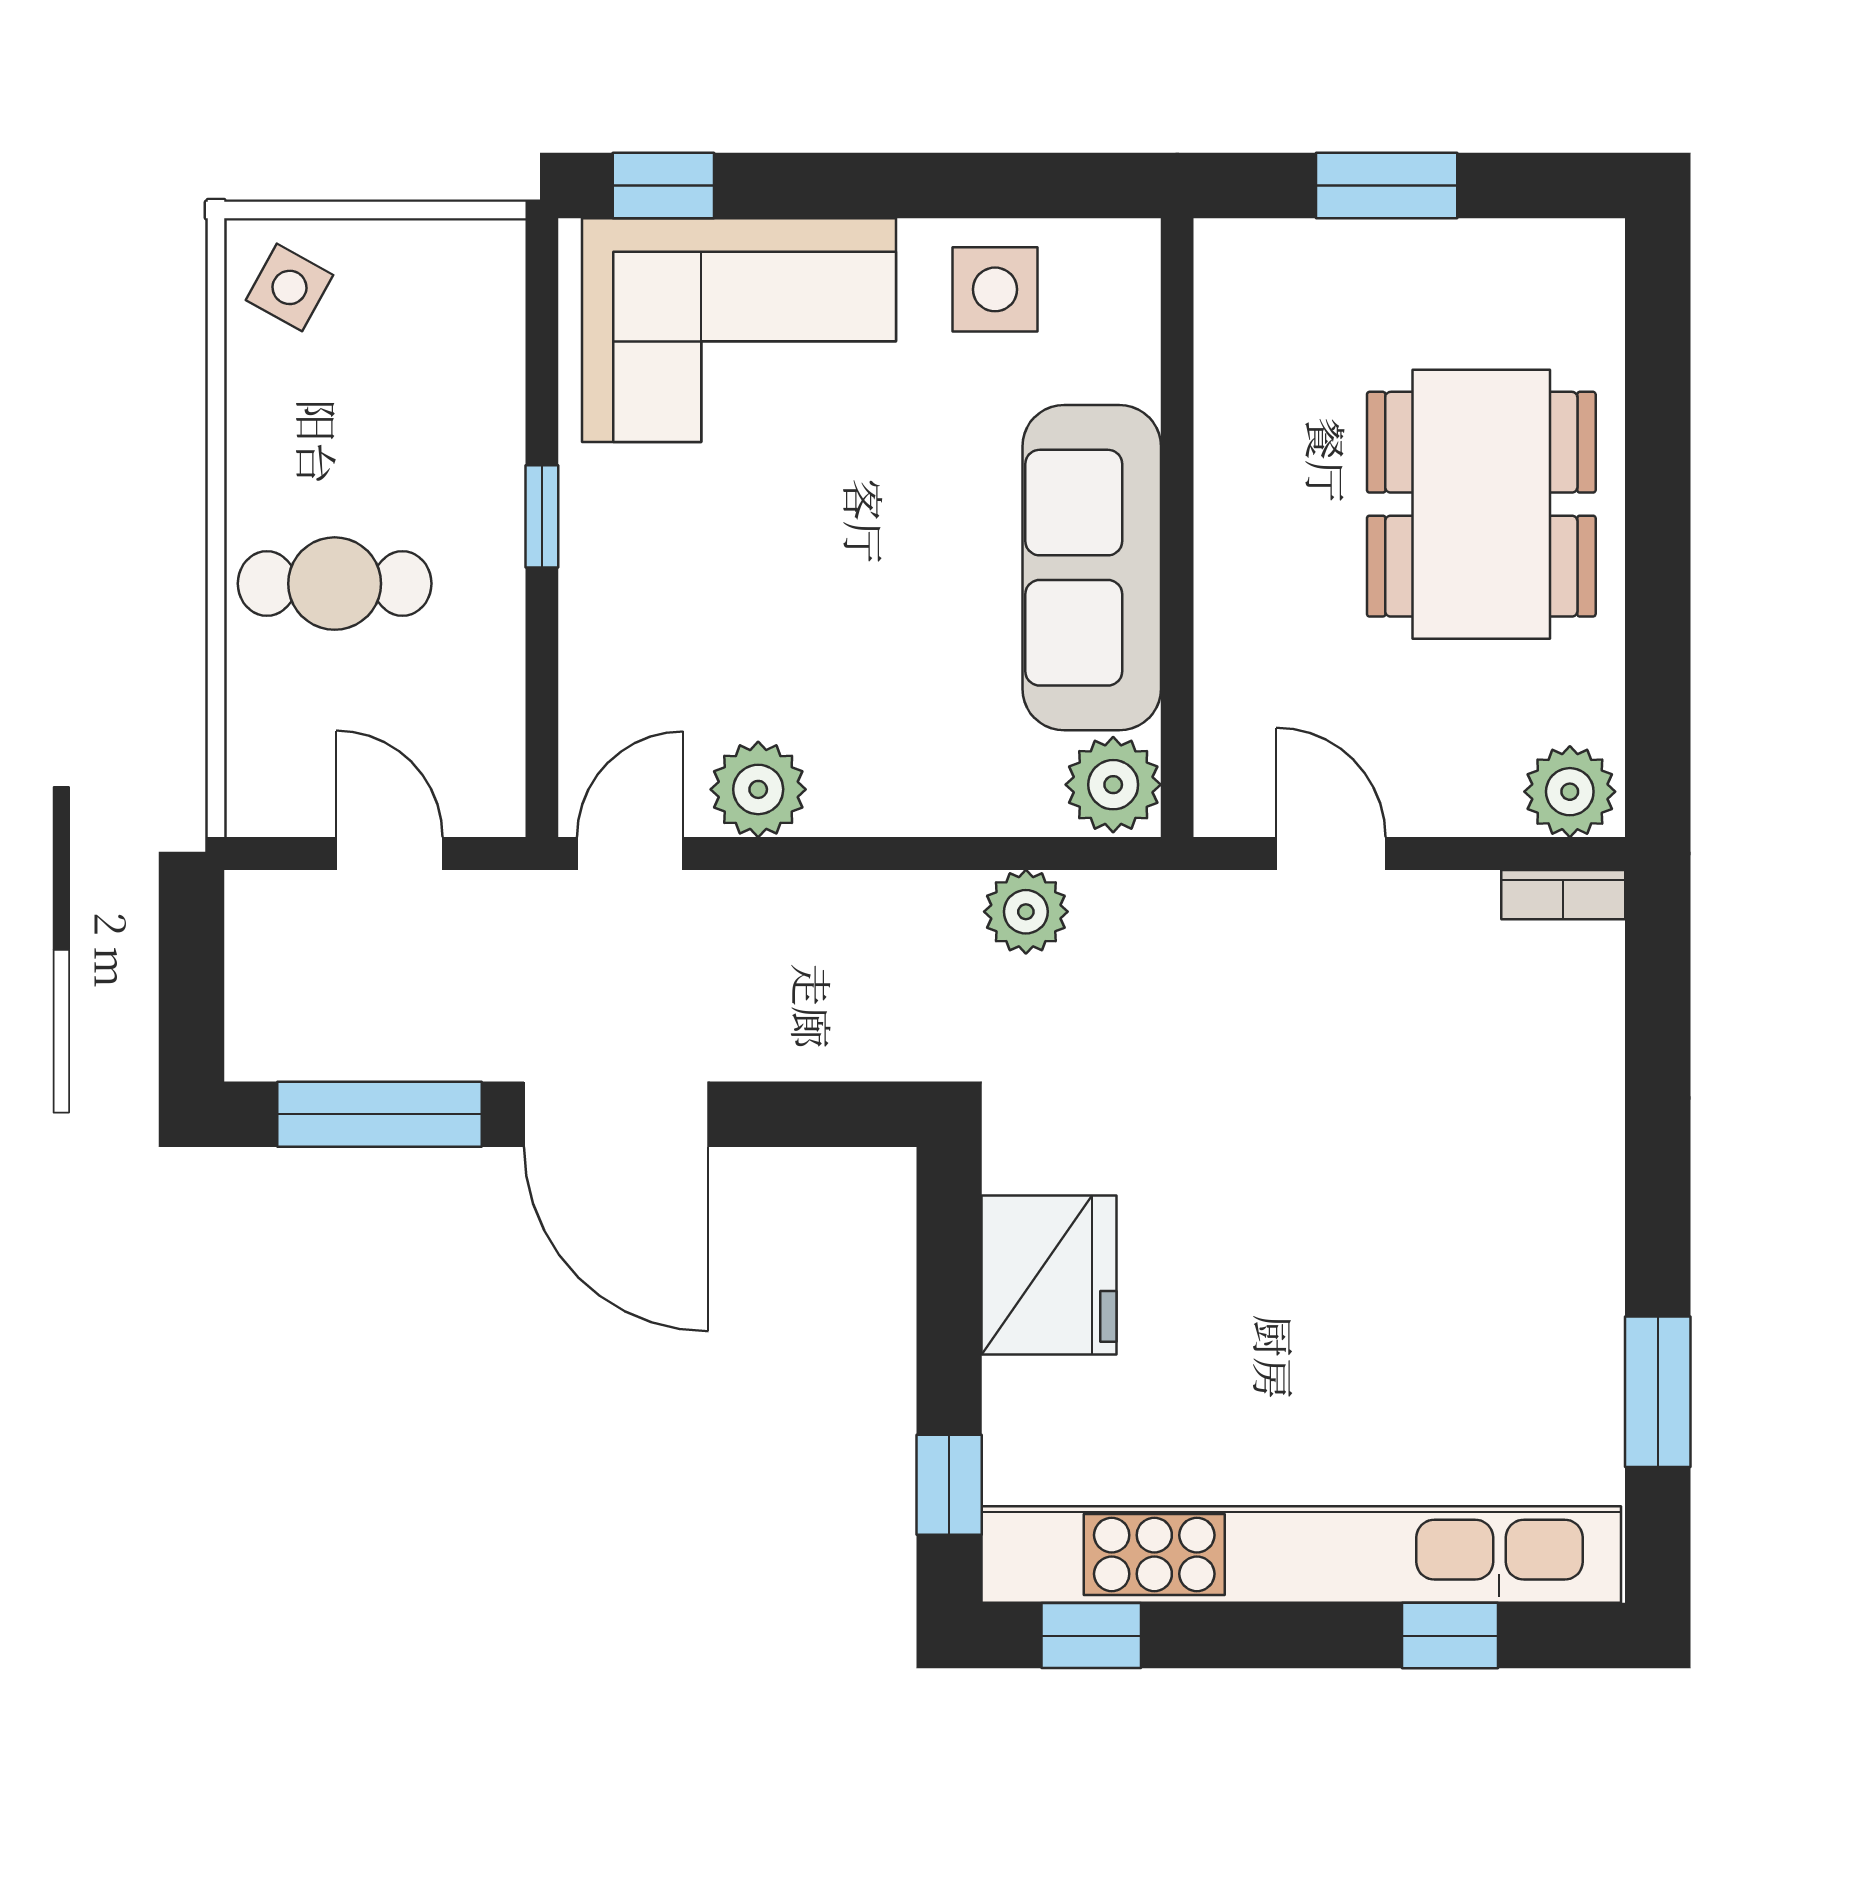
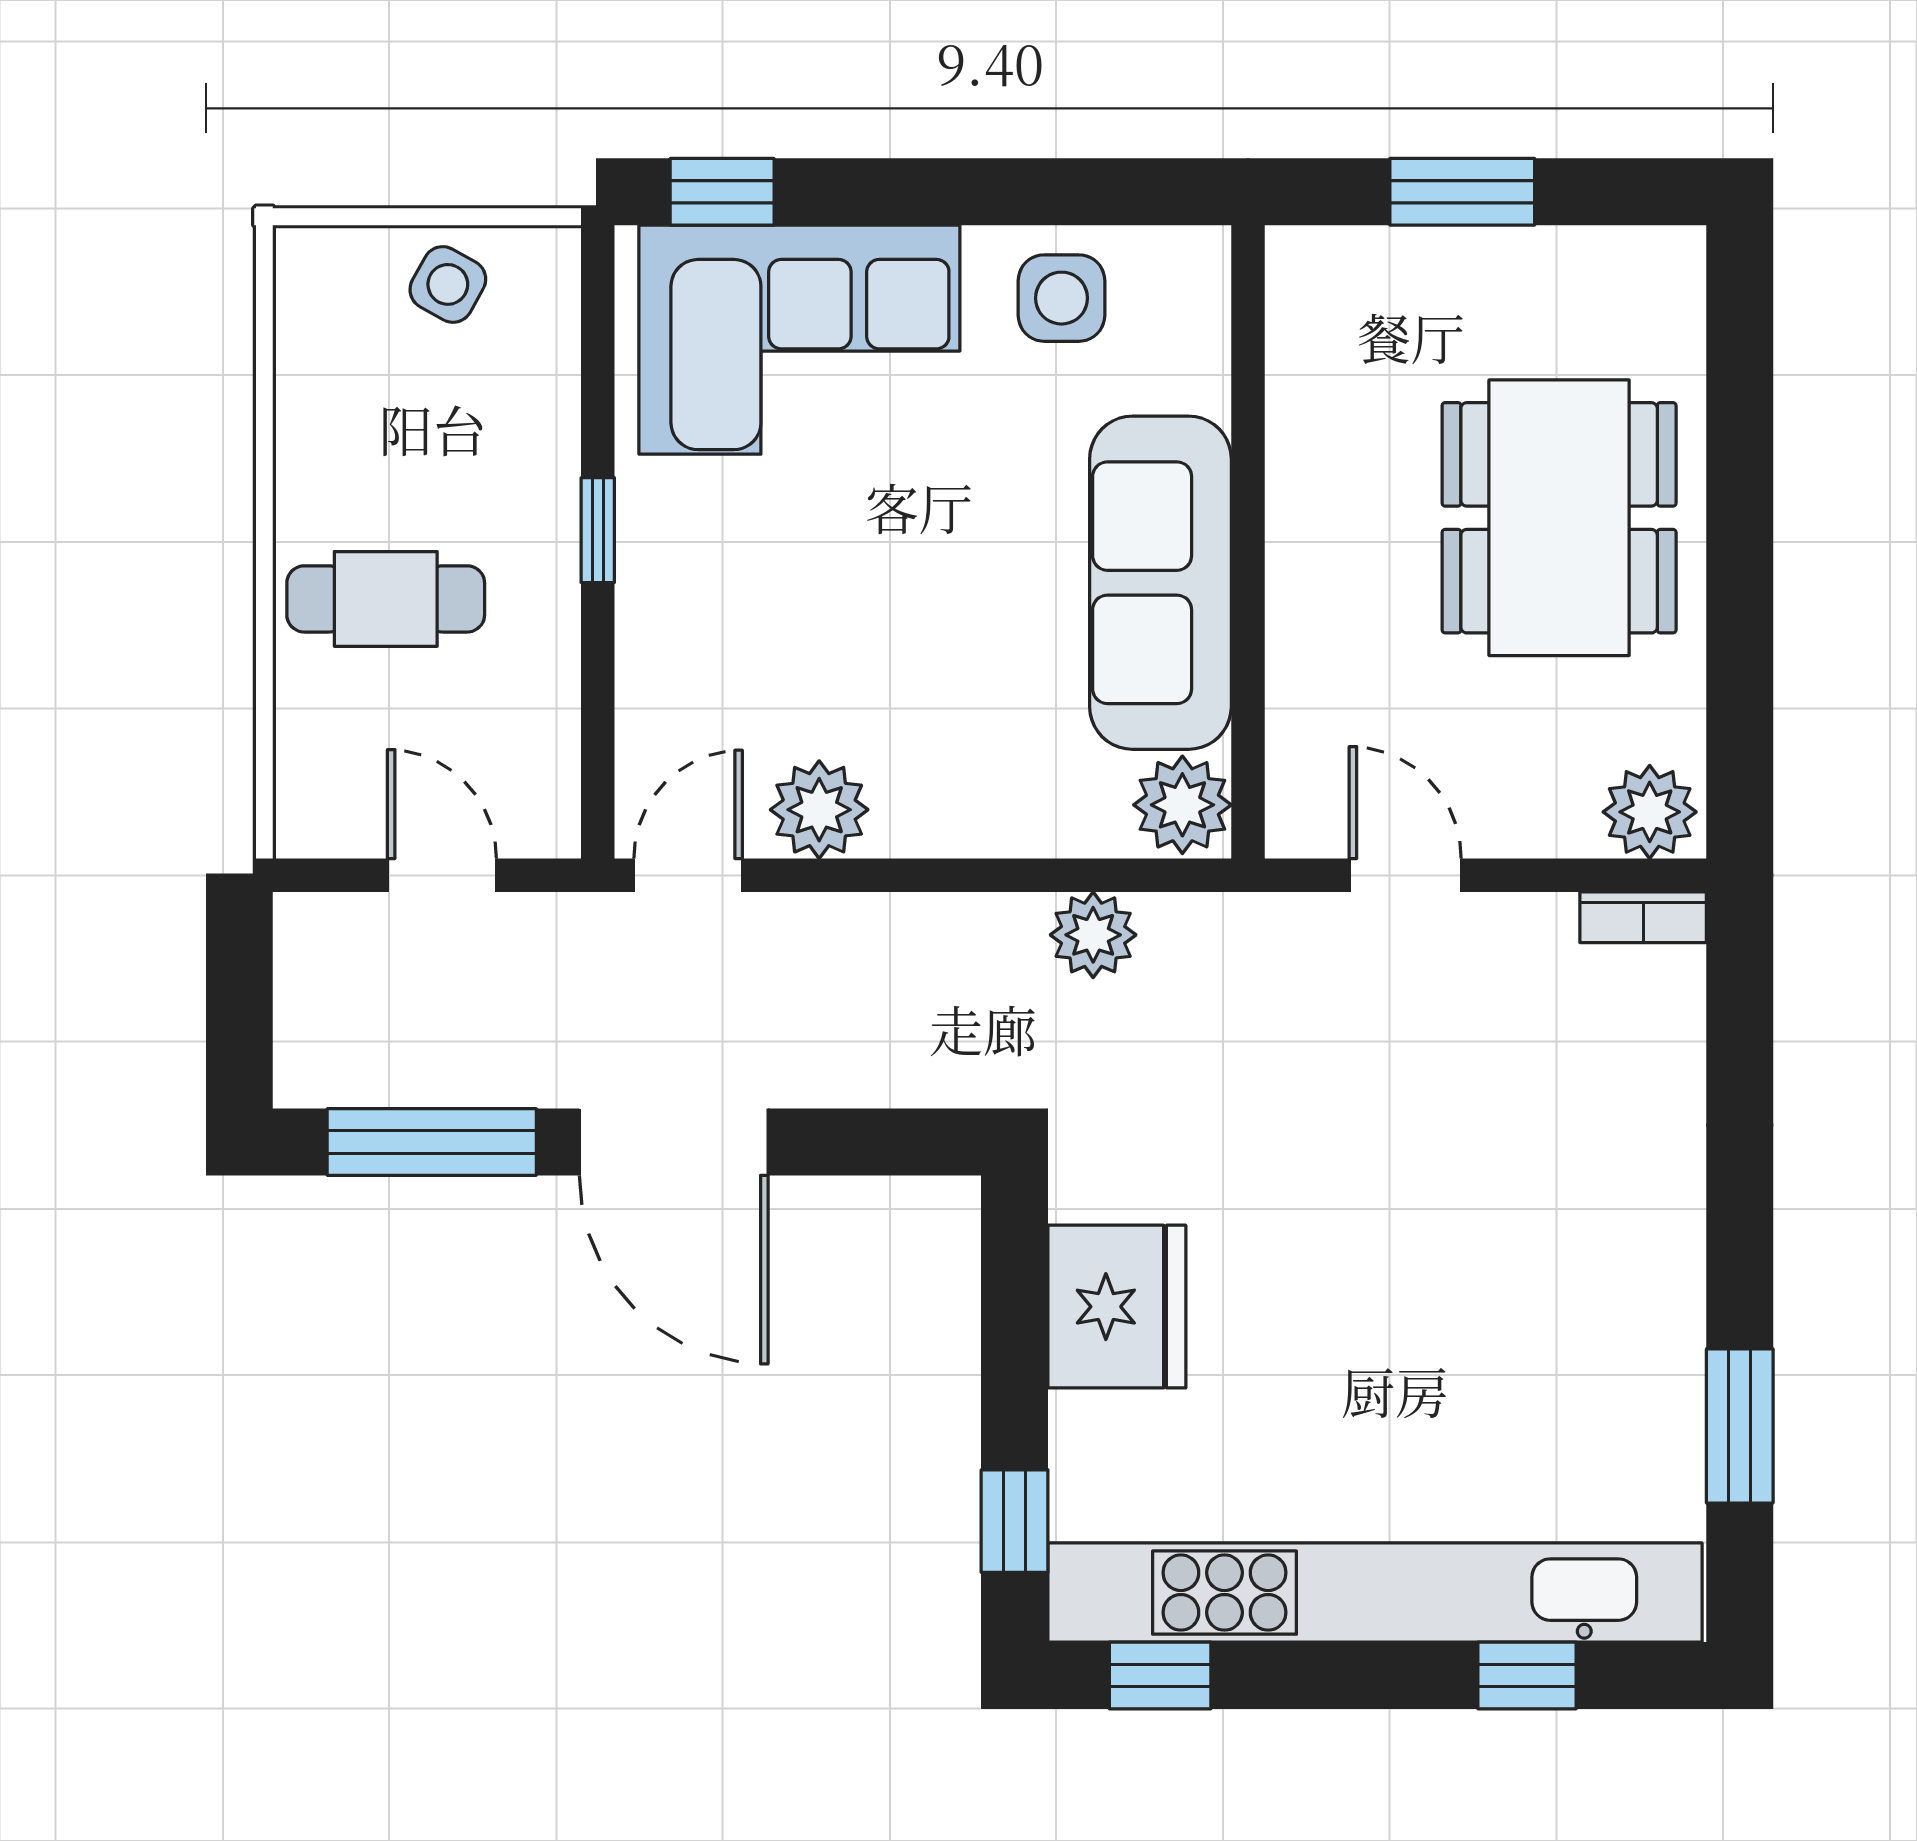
side table: (290, 287) -> (448, 284), moved

